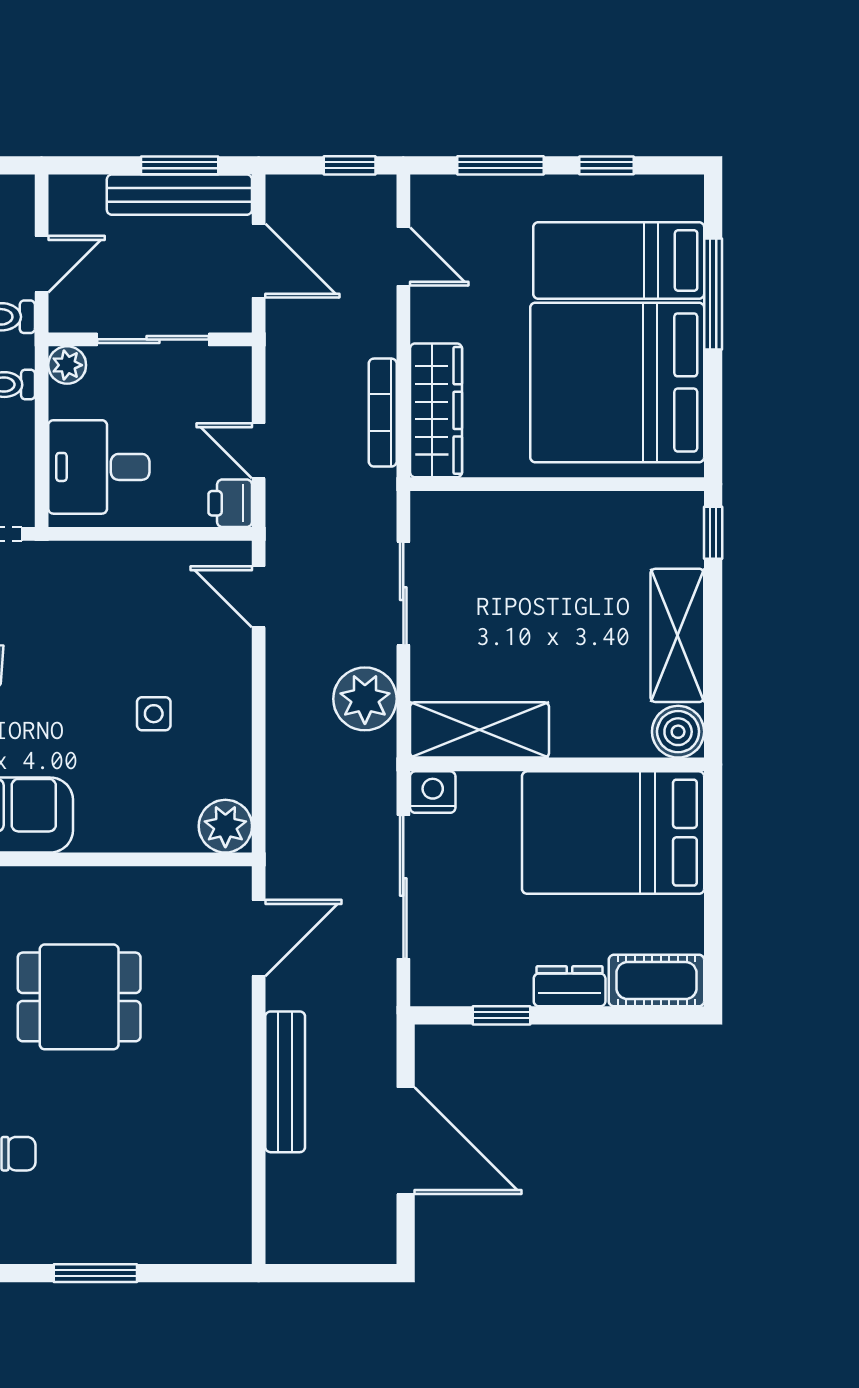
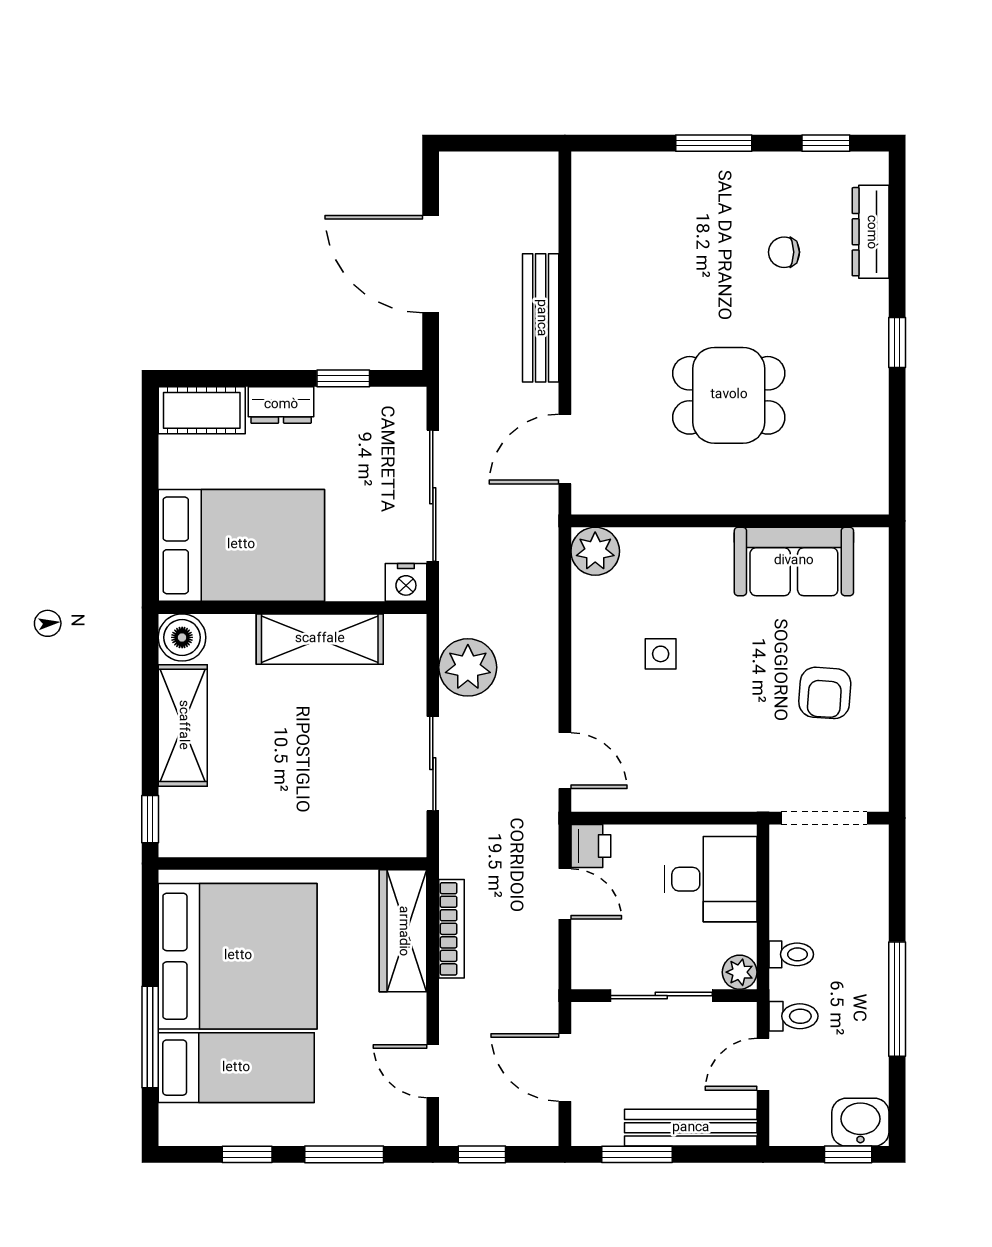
bench: (179, 195) -> (691, 1128), moved
shelving: (480, 730) -> (320, 639), moved

